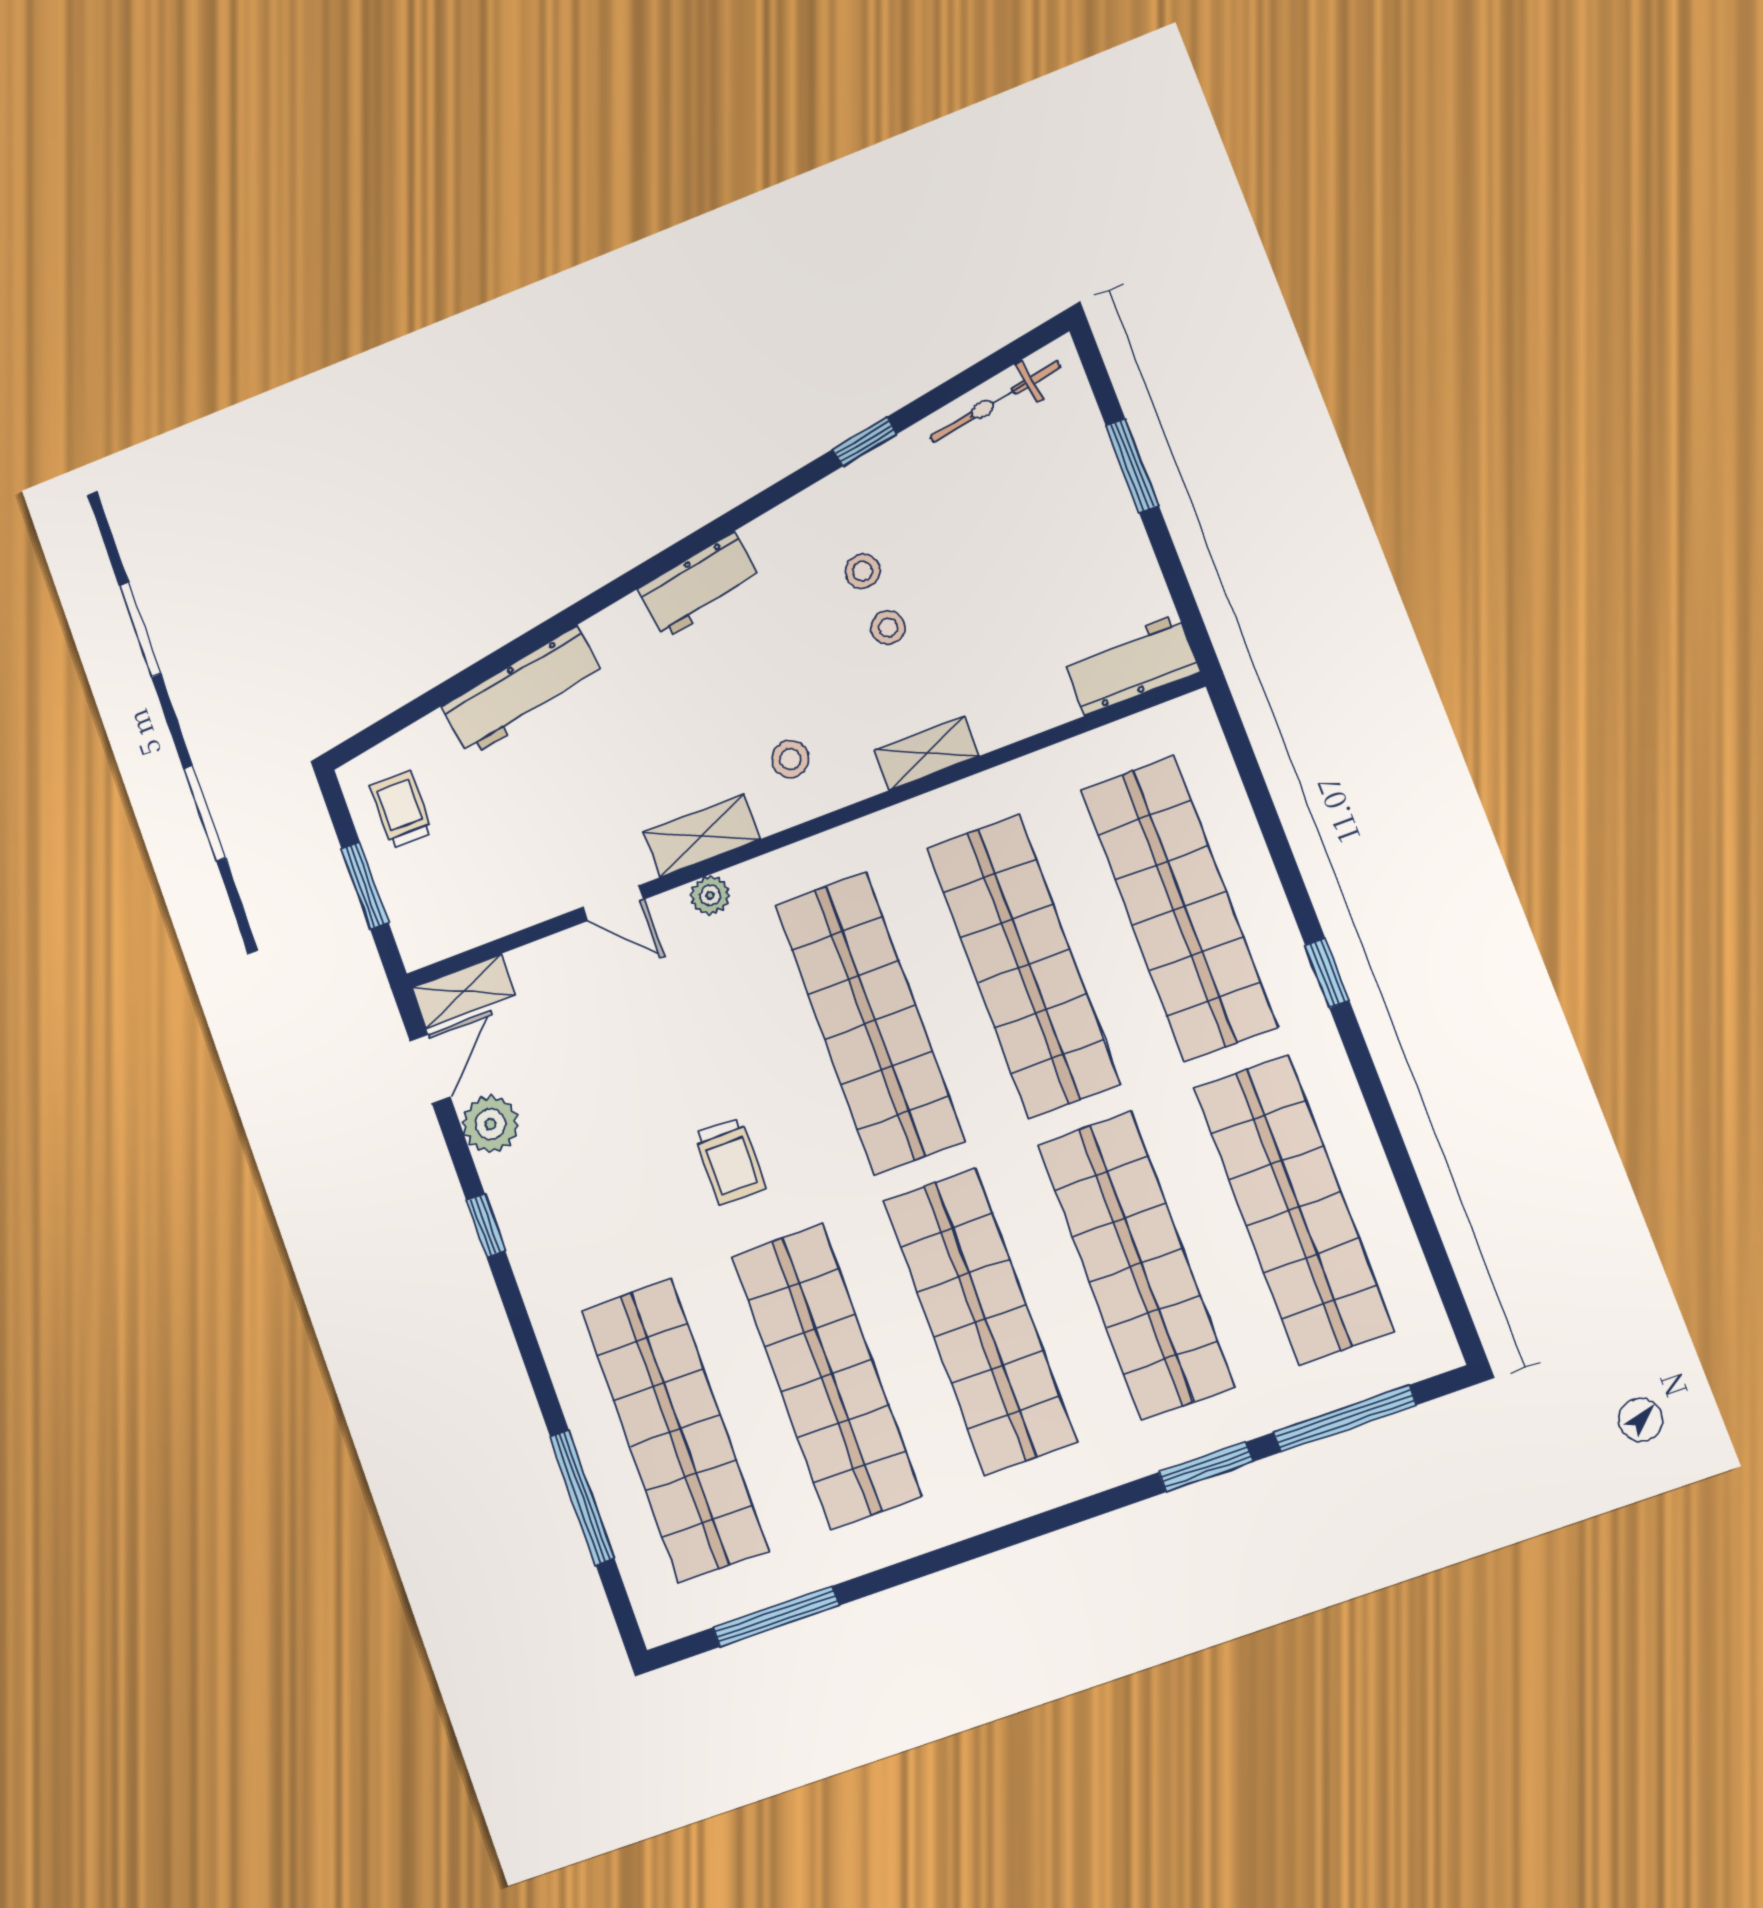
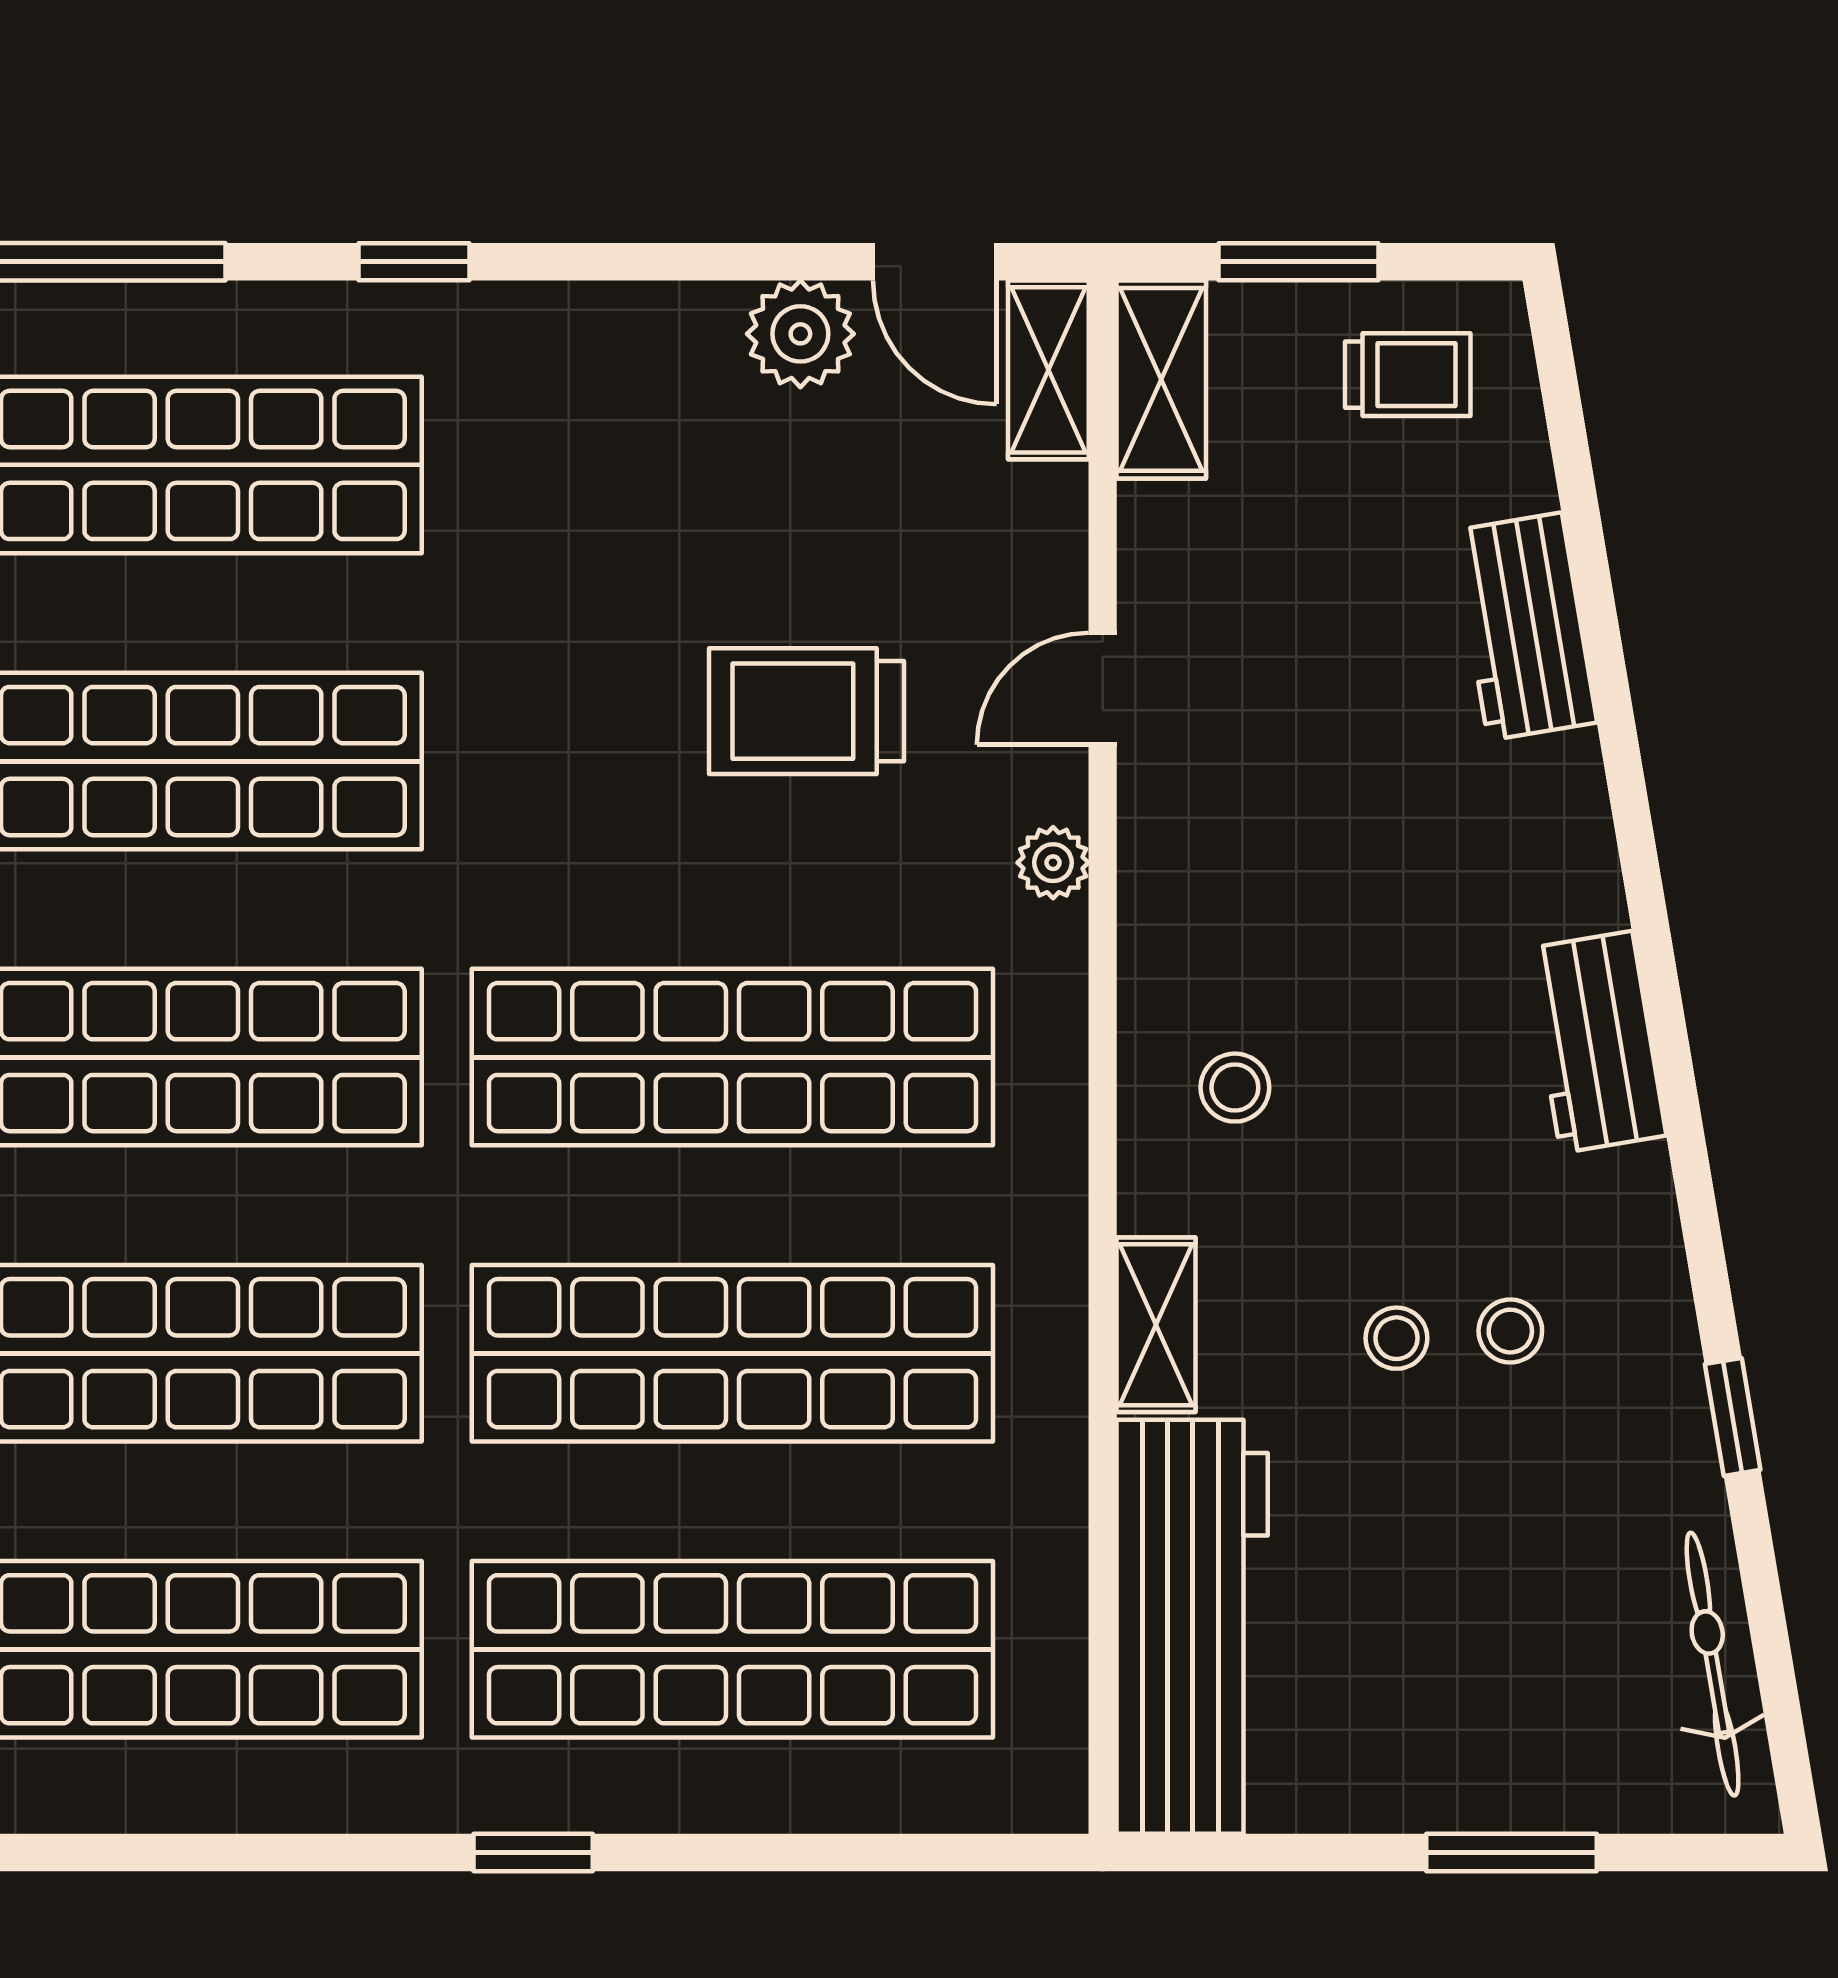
workbench: (1131, 665) -> (1192, 1627), width x1.88, depth x1.32
workbench: (523, 691) -> (1525, 627), width x0.73
shelving: (702, 836) -> (1161, 379), moved
trolley: (730, 1161) -> (807, 711), moved, width x1.36, depth x1.39
window: (486, 1226) -> (414, 262), moved

